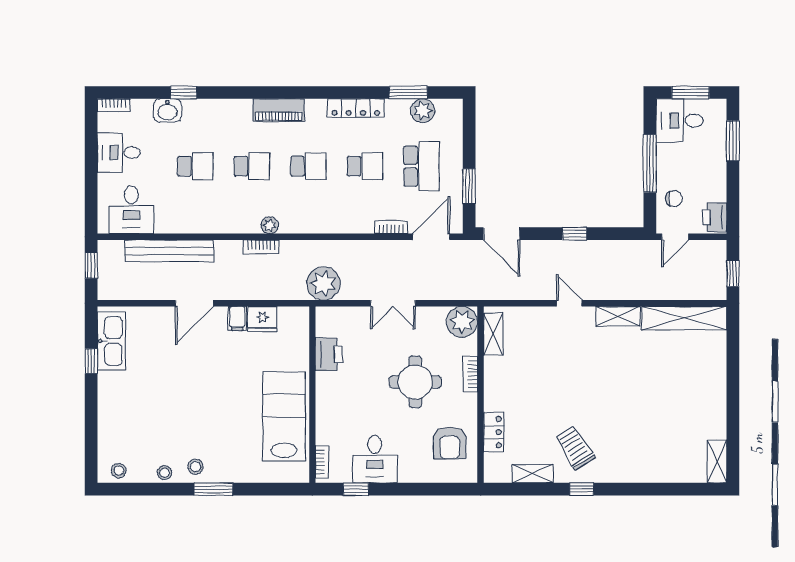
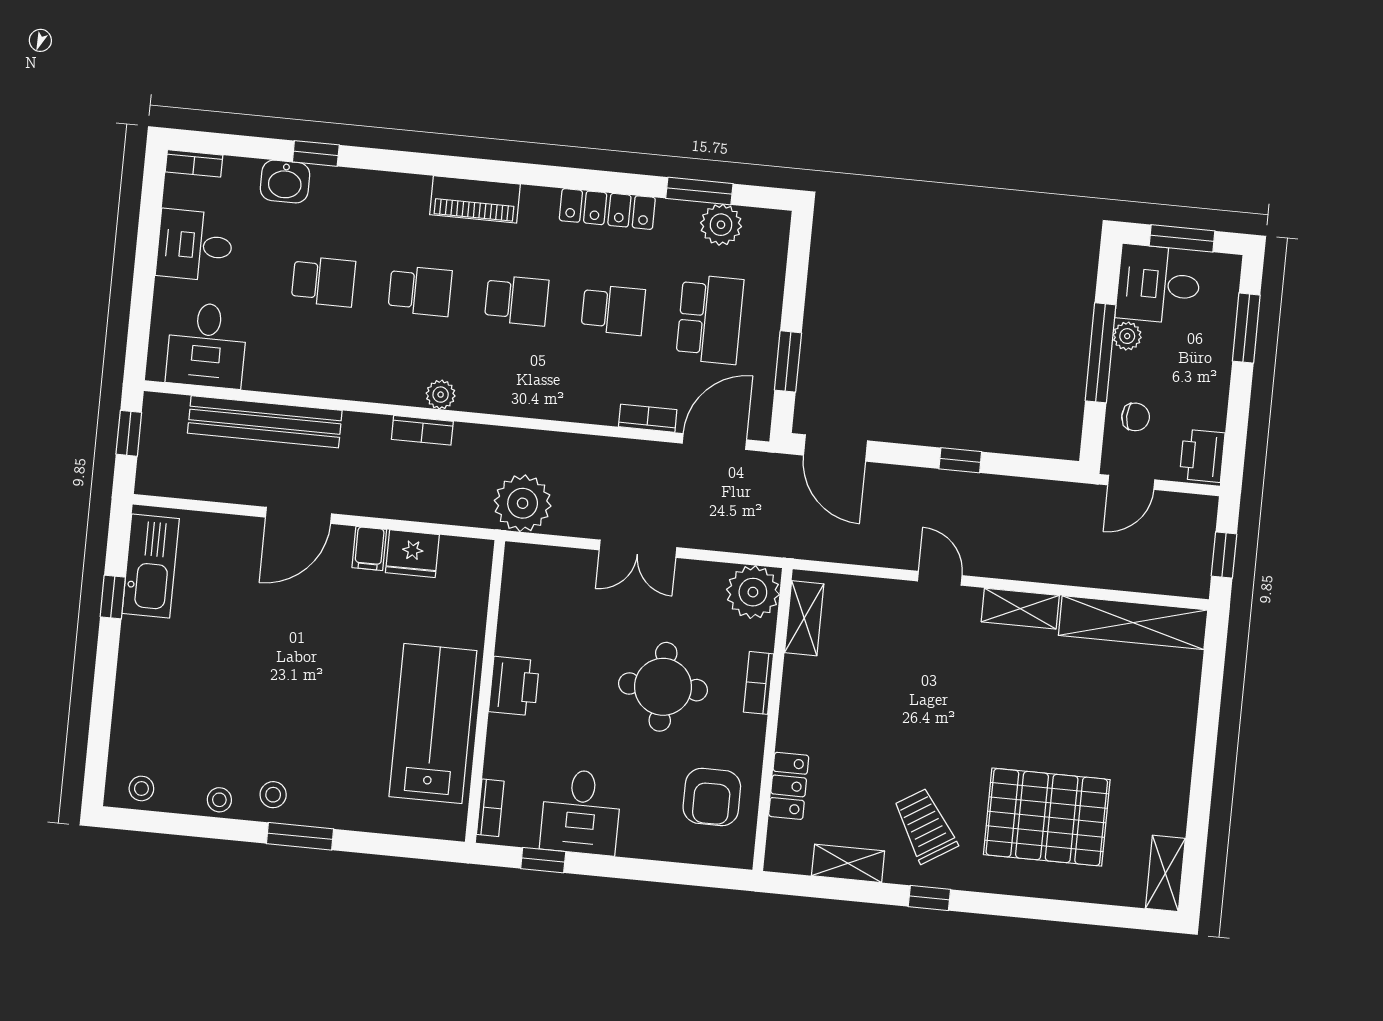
plant: (664, 152) -> (1127, 336), added
printer: (329, 354) -> (514, 686), moved
pallet: (645, 436) -> (1047, 817), added

